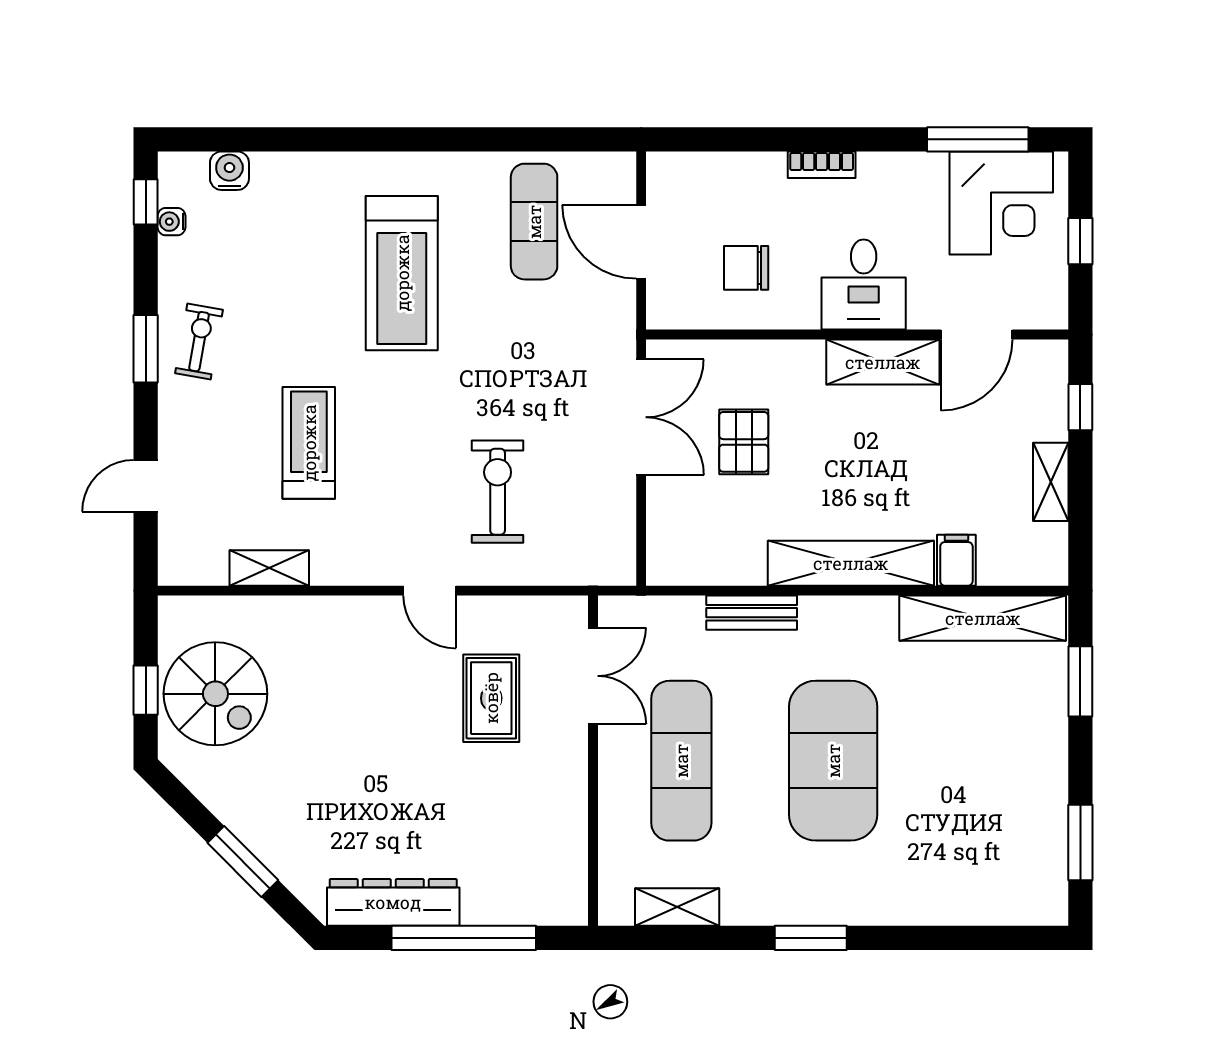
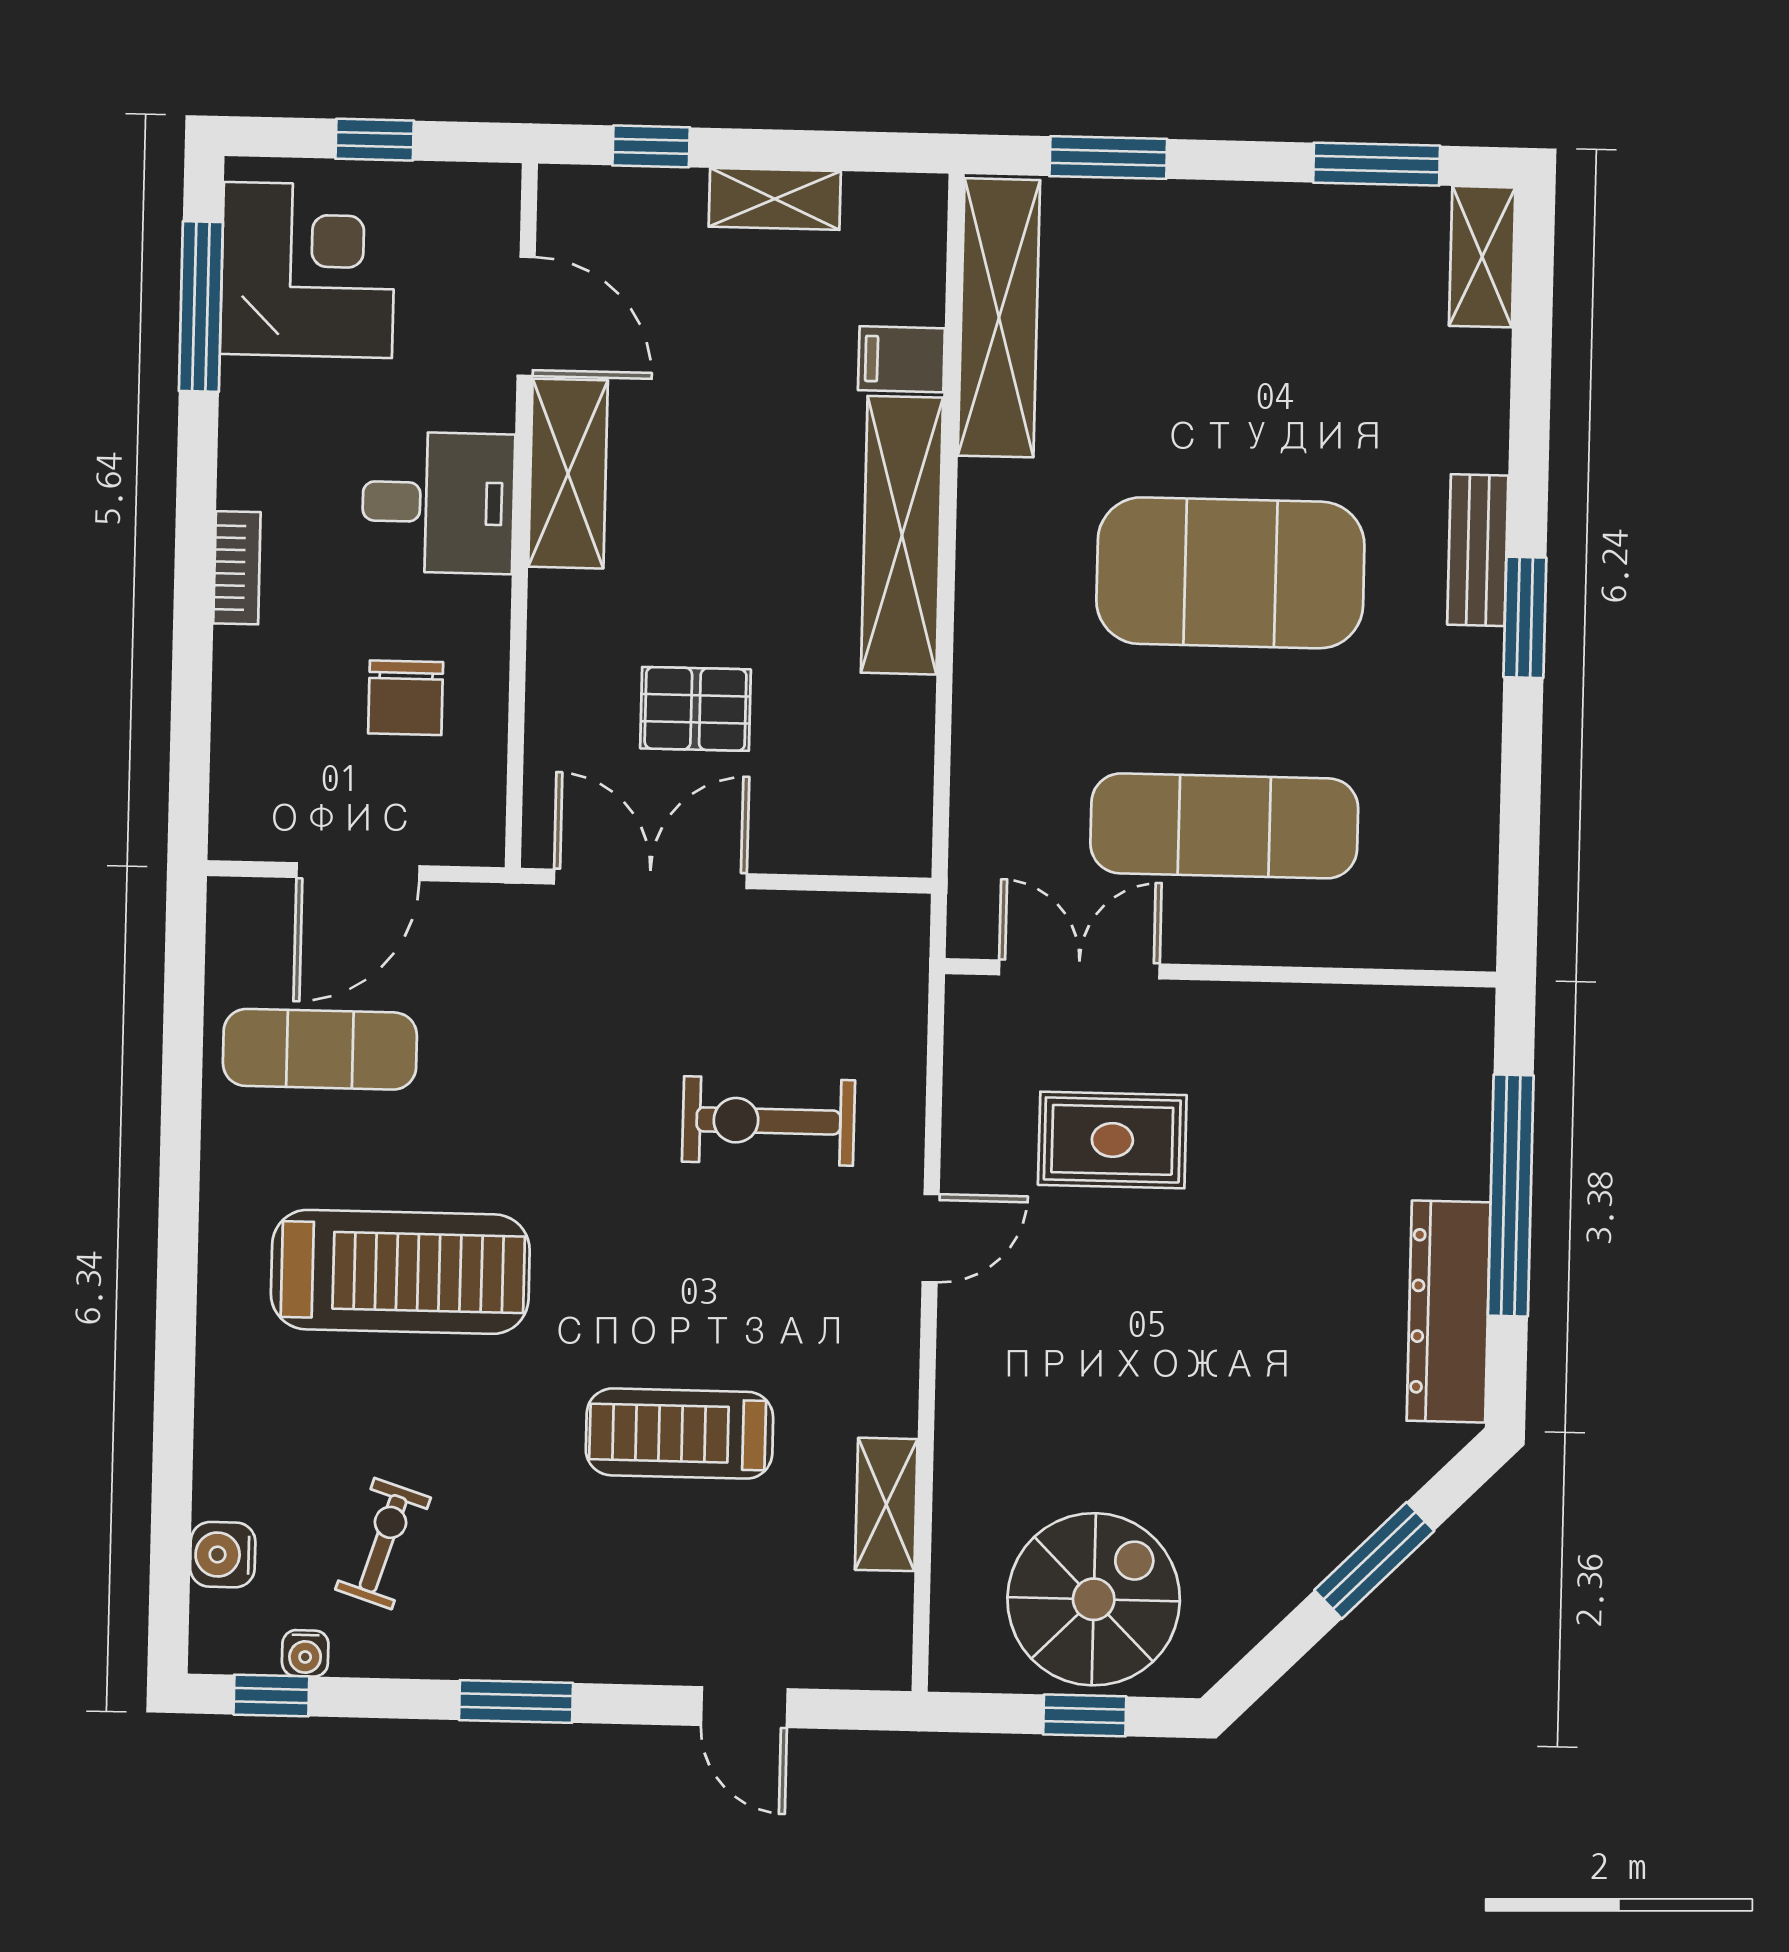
exercise bike: (199, 342) -> (383, 1544), moved, turned 98
bench: (752, 613) -> (1478, 550), moved
shelving: (677, 907) -> (1482, 257), moved

